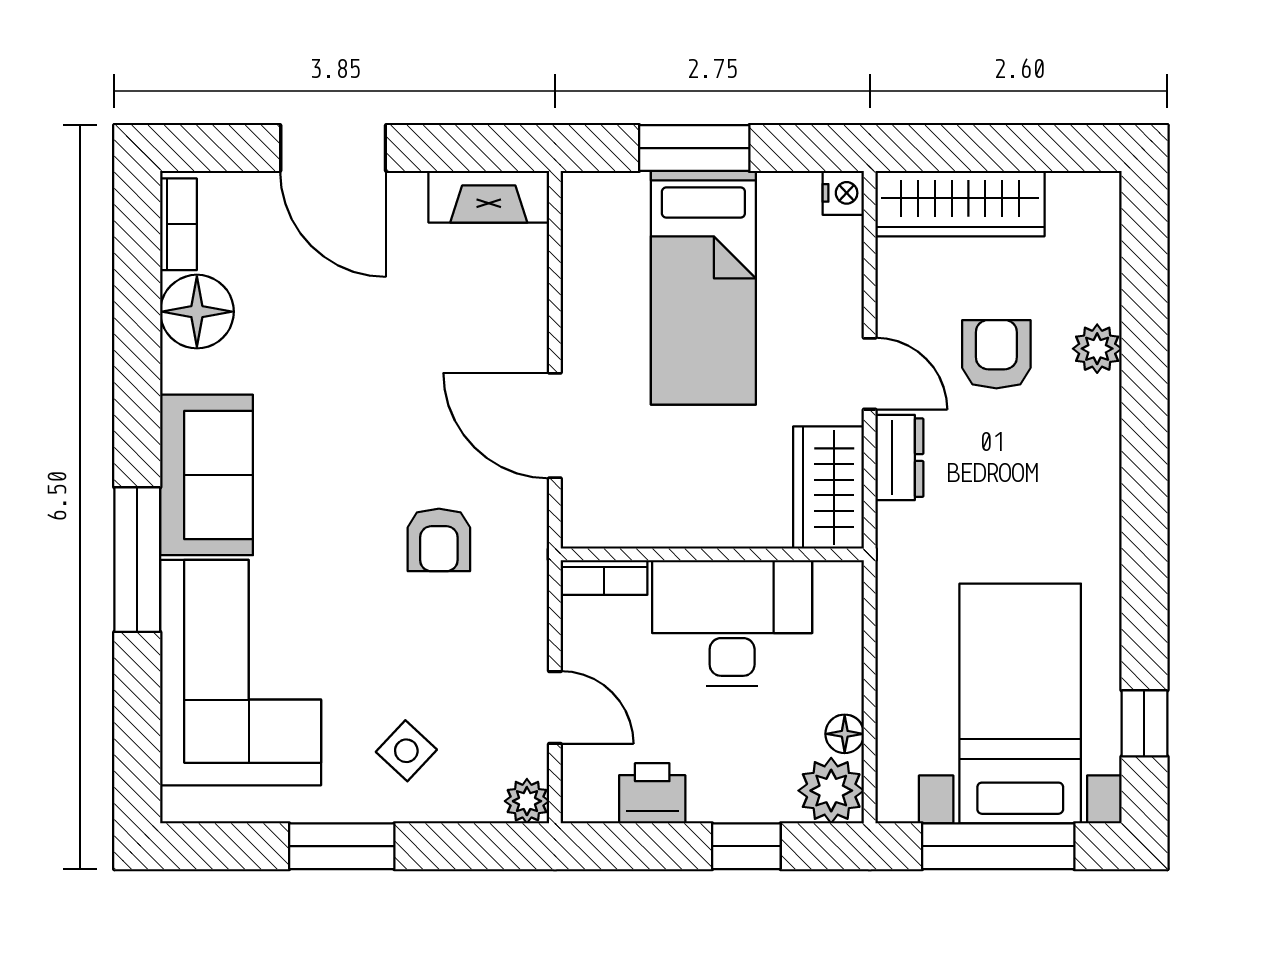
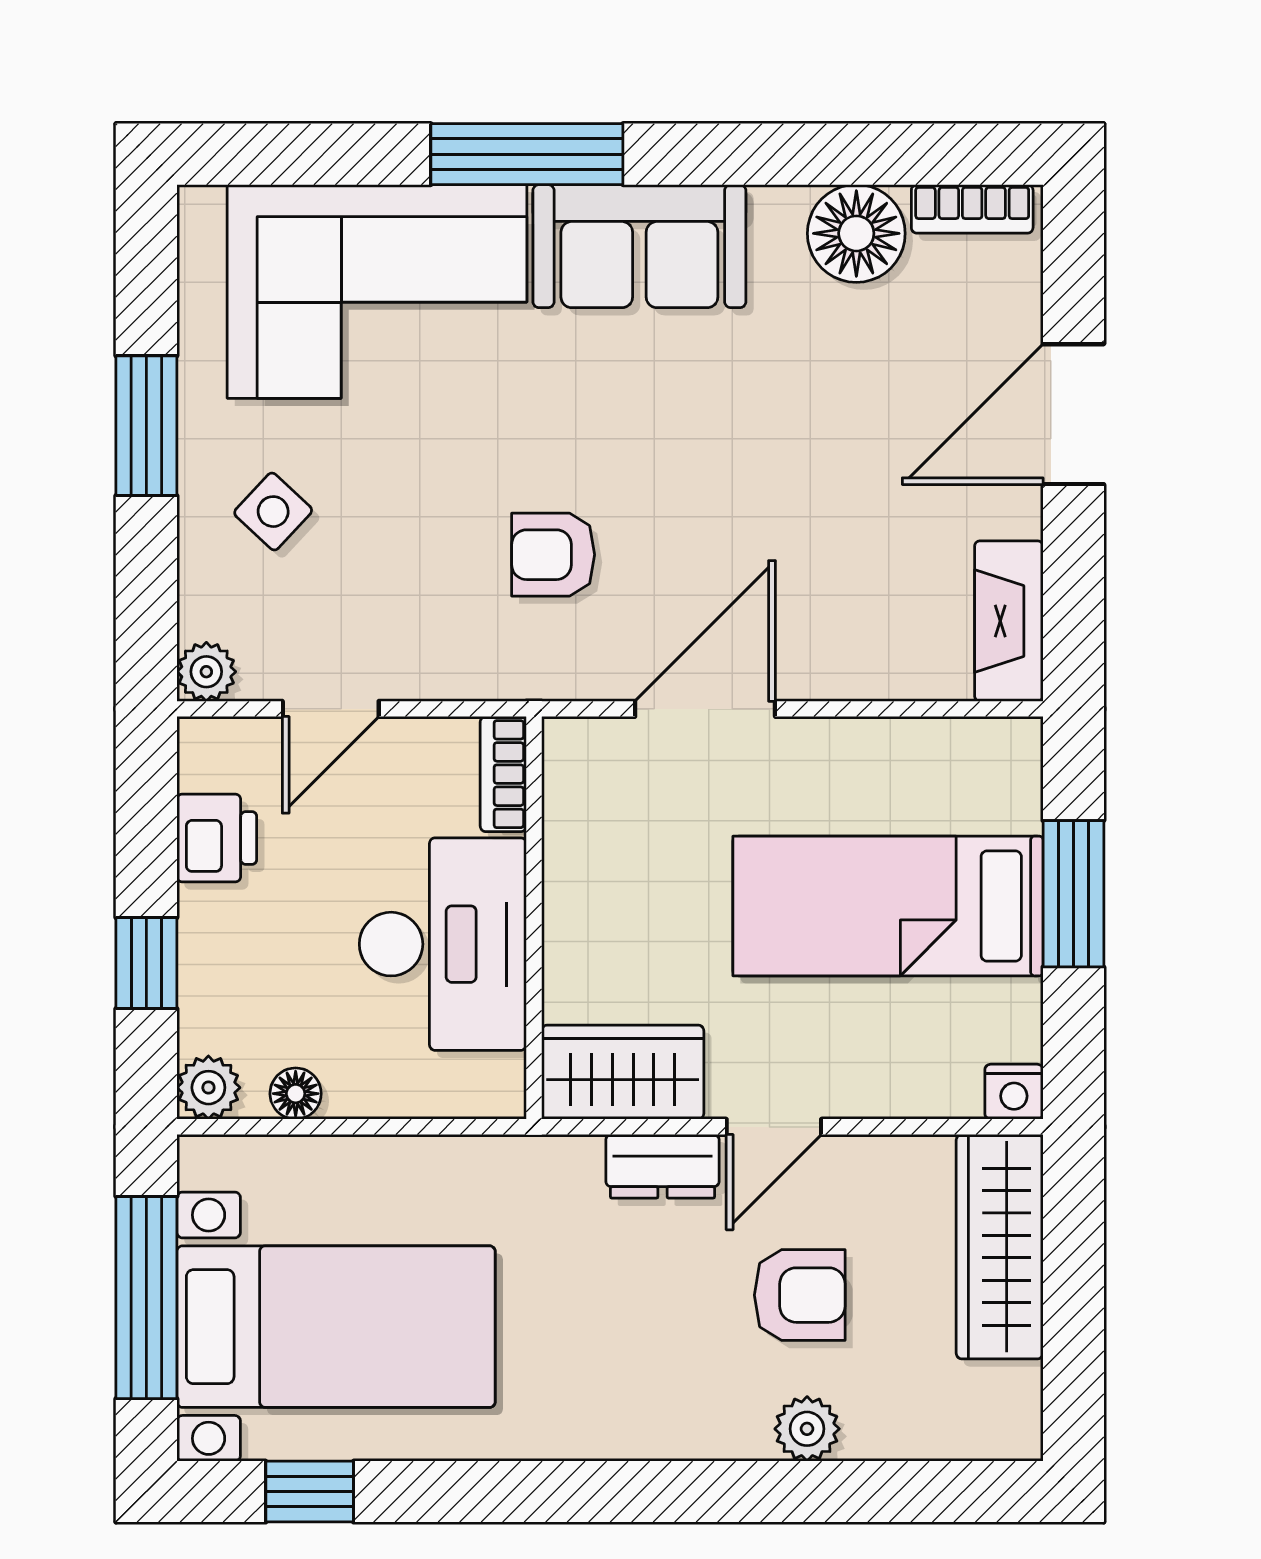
plant: (831, 791) -> (208, 1088), width x0.73, depth x0.73

